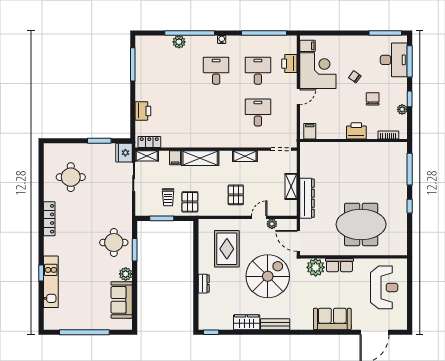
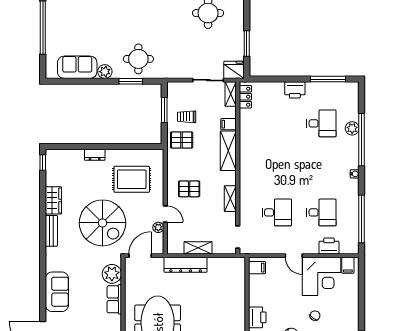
desk: (216, 71) -> (321, 123), moved
printer: (143, 111) -> (295, 90), moved

